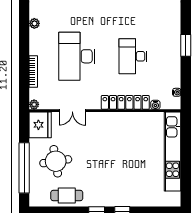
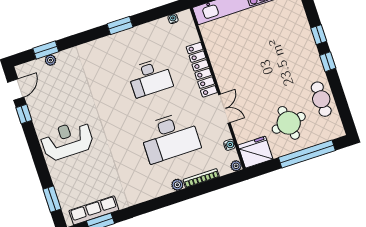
plant: (34, 23) -> (177, 185), moved
water cooler: (155, 105) -> (229, 145), moved
double door: (72, 111) -> (224, 109), moved

